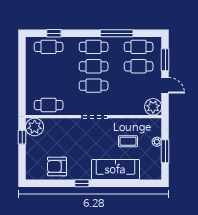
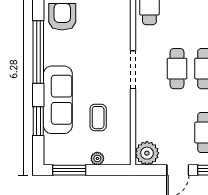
window: (165, 151) -> (69, 170), moved
window: (82, 183) -> (38, 52), width x3.17
window: (130, 183) -> (38, 121), added

